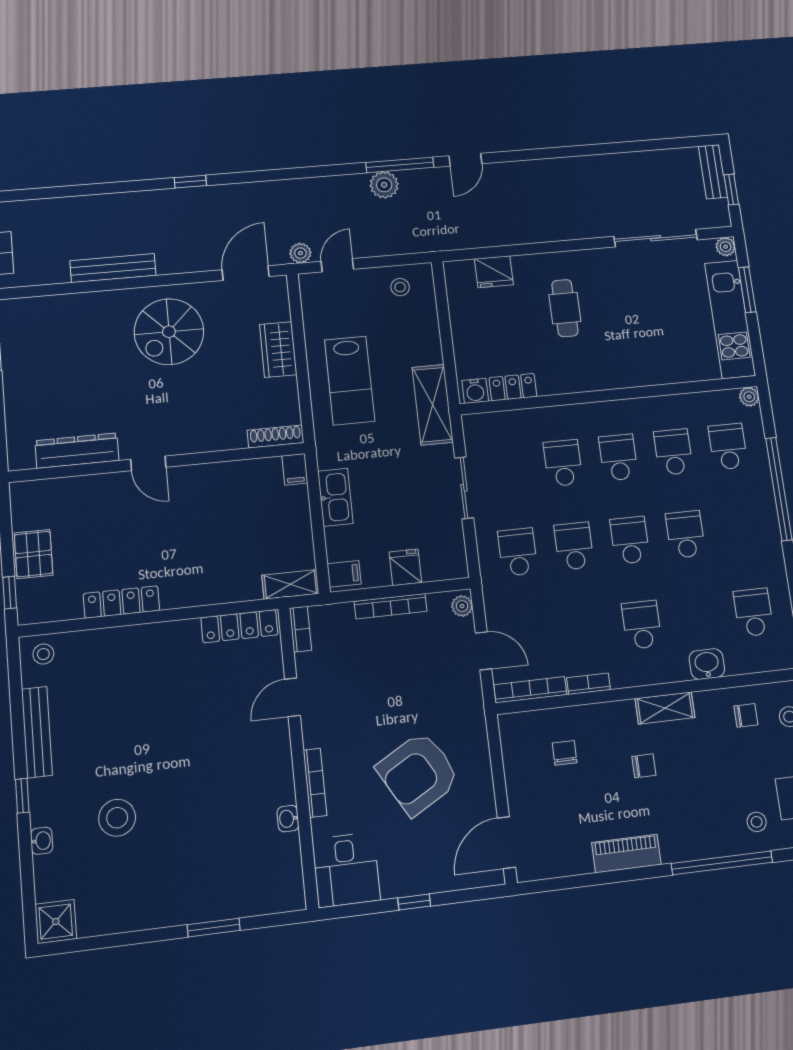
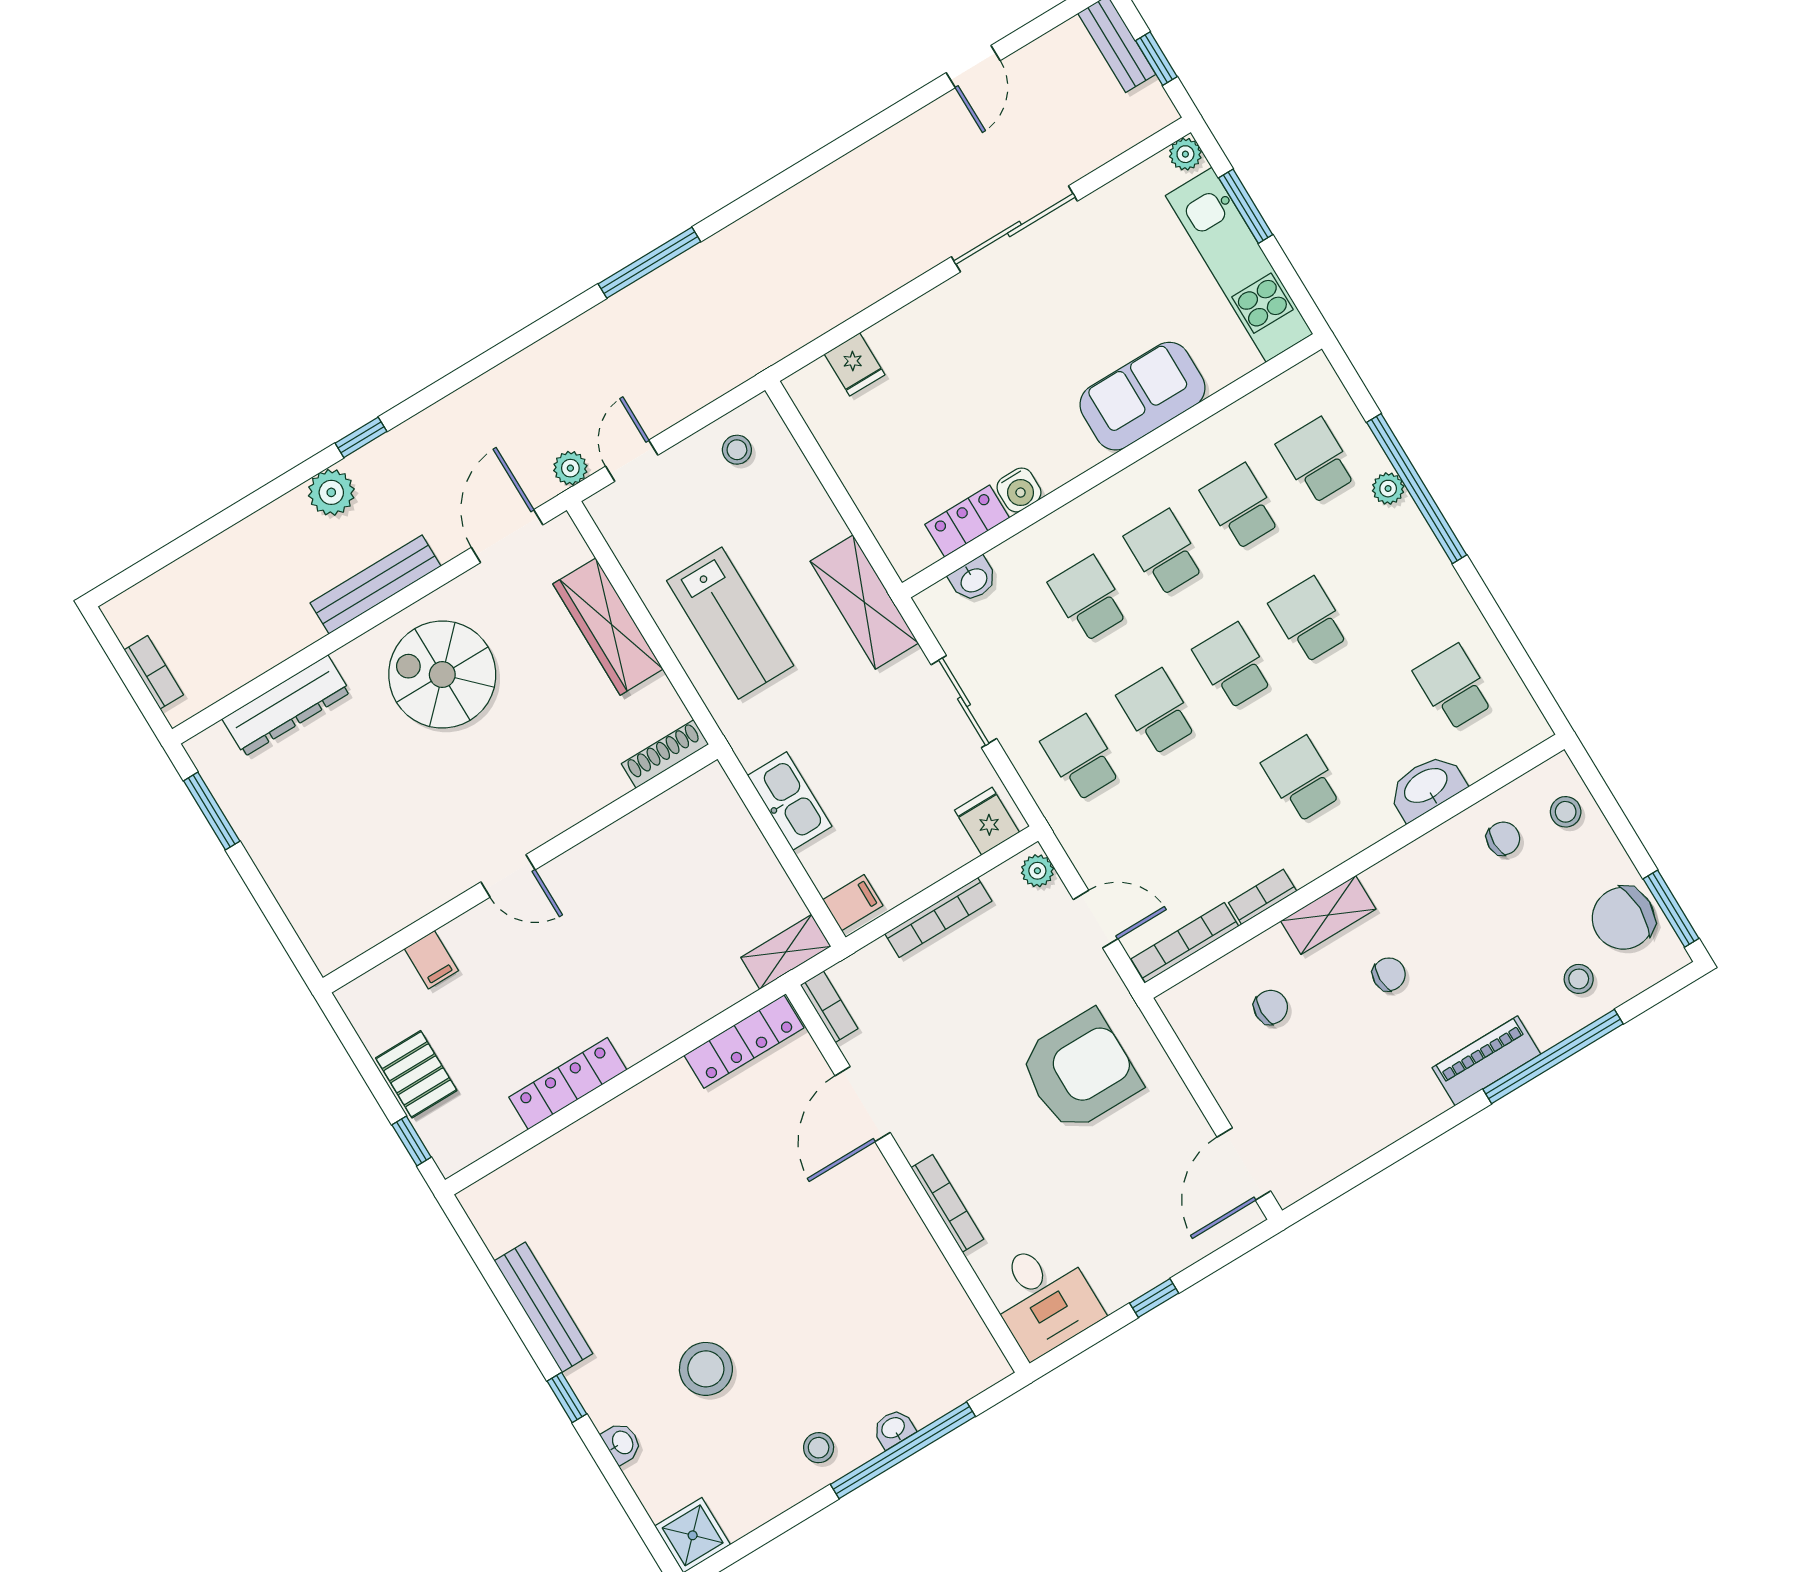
door: (465, 160) -> (973, 67), moved
plant: (384, 185) -> (331, 492), moved
sliding door: (656, 238) -> (1014, 229), moved
bench: (113, 268) -> (376, 585), moved
fridge: (494, 272) -> (855, 364), width x0.72
cafe table: (565, 308) -> (989, 366), removed
spiral stairs: (169, 332) -> (442, 675), turned 90
wardrobe: (278, 350) -> (608, 627), width x1.50
sofa: (644, 365) -> (1142, 396), added
water cooler: (475, 391) -> (1019, 490), moved
plant: (749, 397) -> (1388, 489), moved
washbasin: (502, 421) -> (973, 579), added
dresser: (77, 451) -> (286, 706), moved, turned 180
filing cabinet: (295, 469) -> (431, 960), moved
fridge: (405, 567) -> (987, 821), moved
stool: (43, 654) -> (819, 1448), moved
washbasin: (707, 664) -> (1426, 787), width x1.38
door: (292, 697) -> (863, 1104), width x1.37
shelving: (665, 708) -> (1328, 915), moved
chair: (565, 753) -> (1271, 1007), turned 90
armchair: (418, 773) -> (1080, 1071), moved, turned -150
washbasin: (288, 819) -> (894, 1428), moved, turned 90
piano: (626, 854) -> (1486, 1061), moved
window: (214, 928) -> (903, 1450), width x2.11

